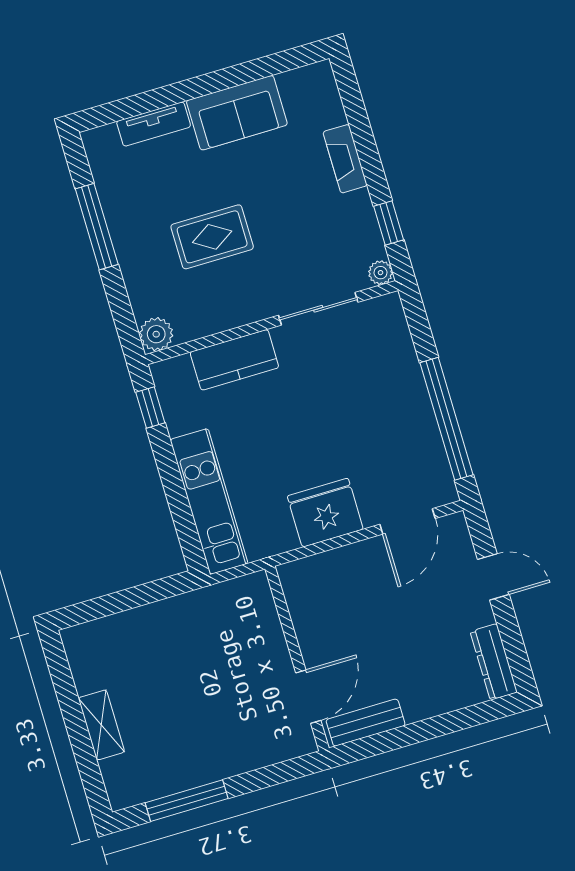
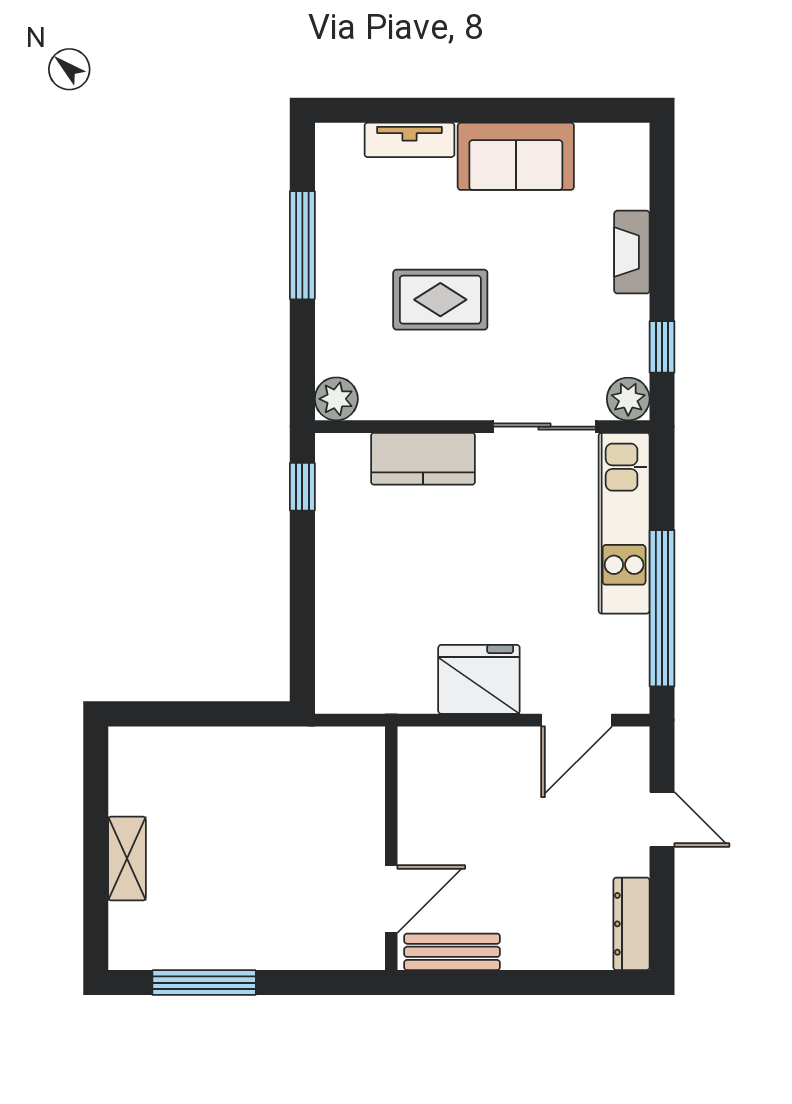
plant: (380, 273) -> (628, 399), width x1.38, depth x1.38
kitchen unit: (209, 501) -> (624, 523), moved, turned 180

